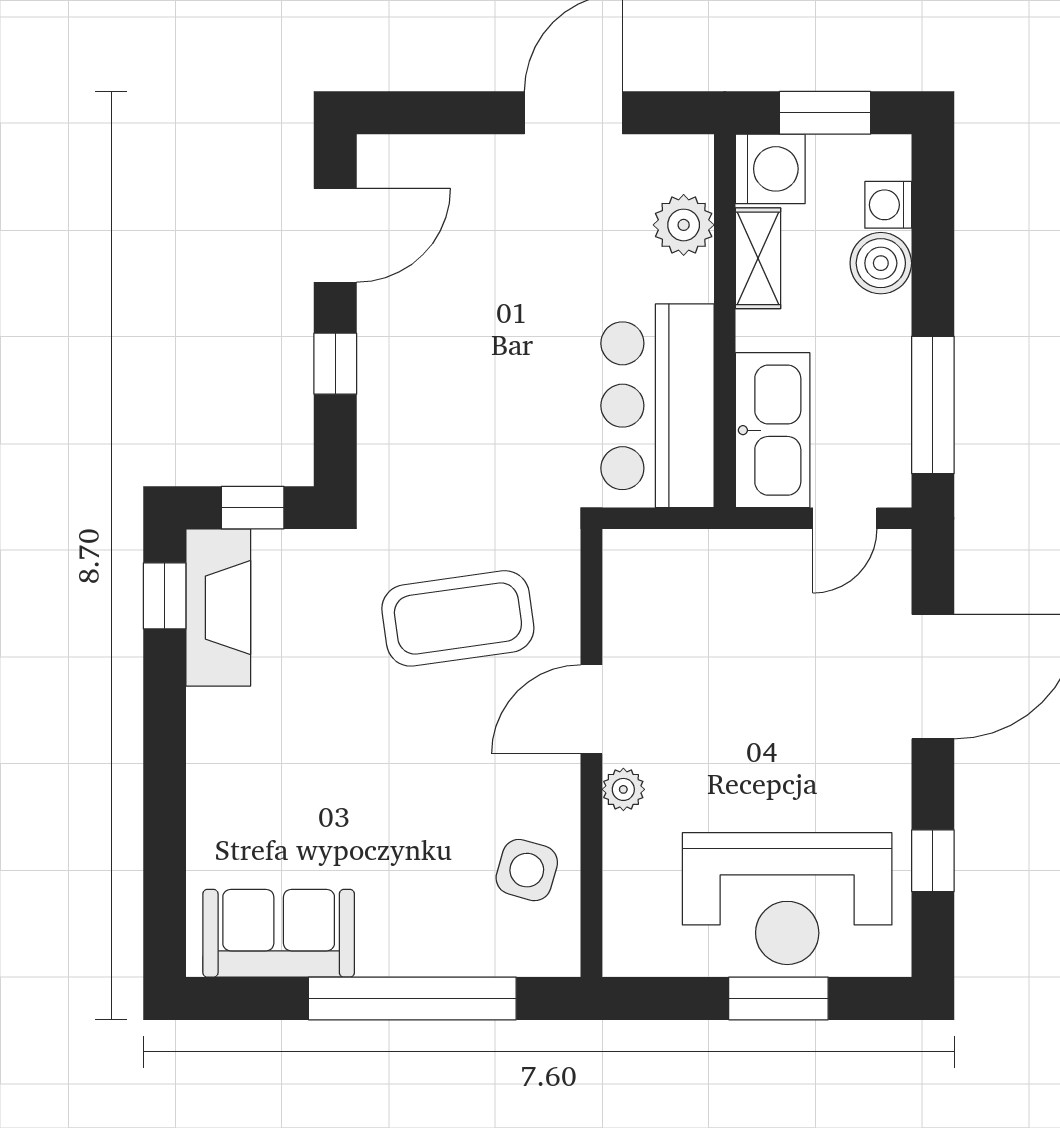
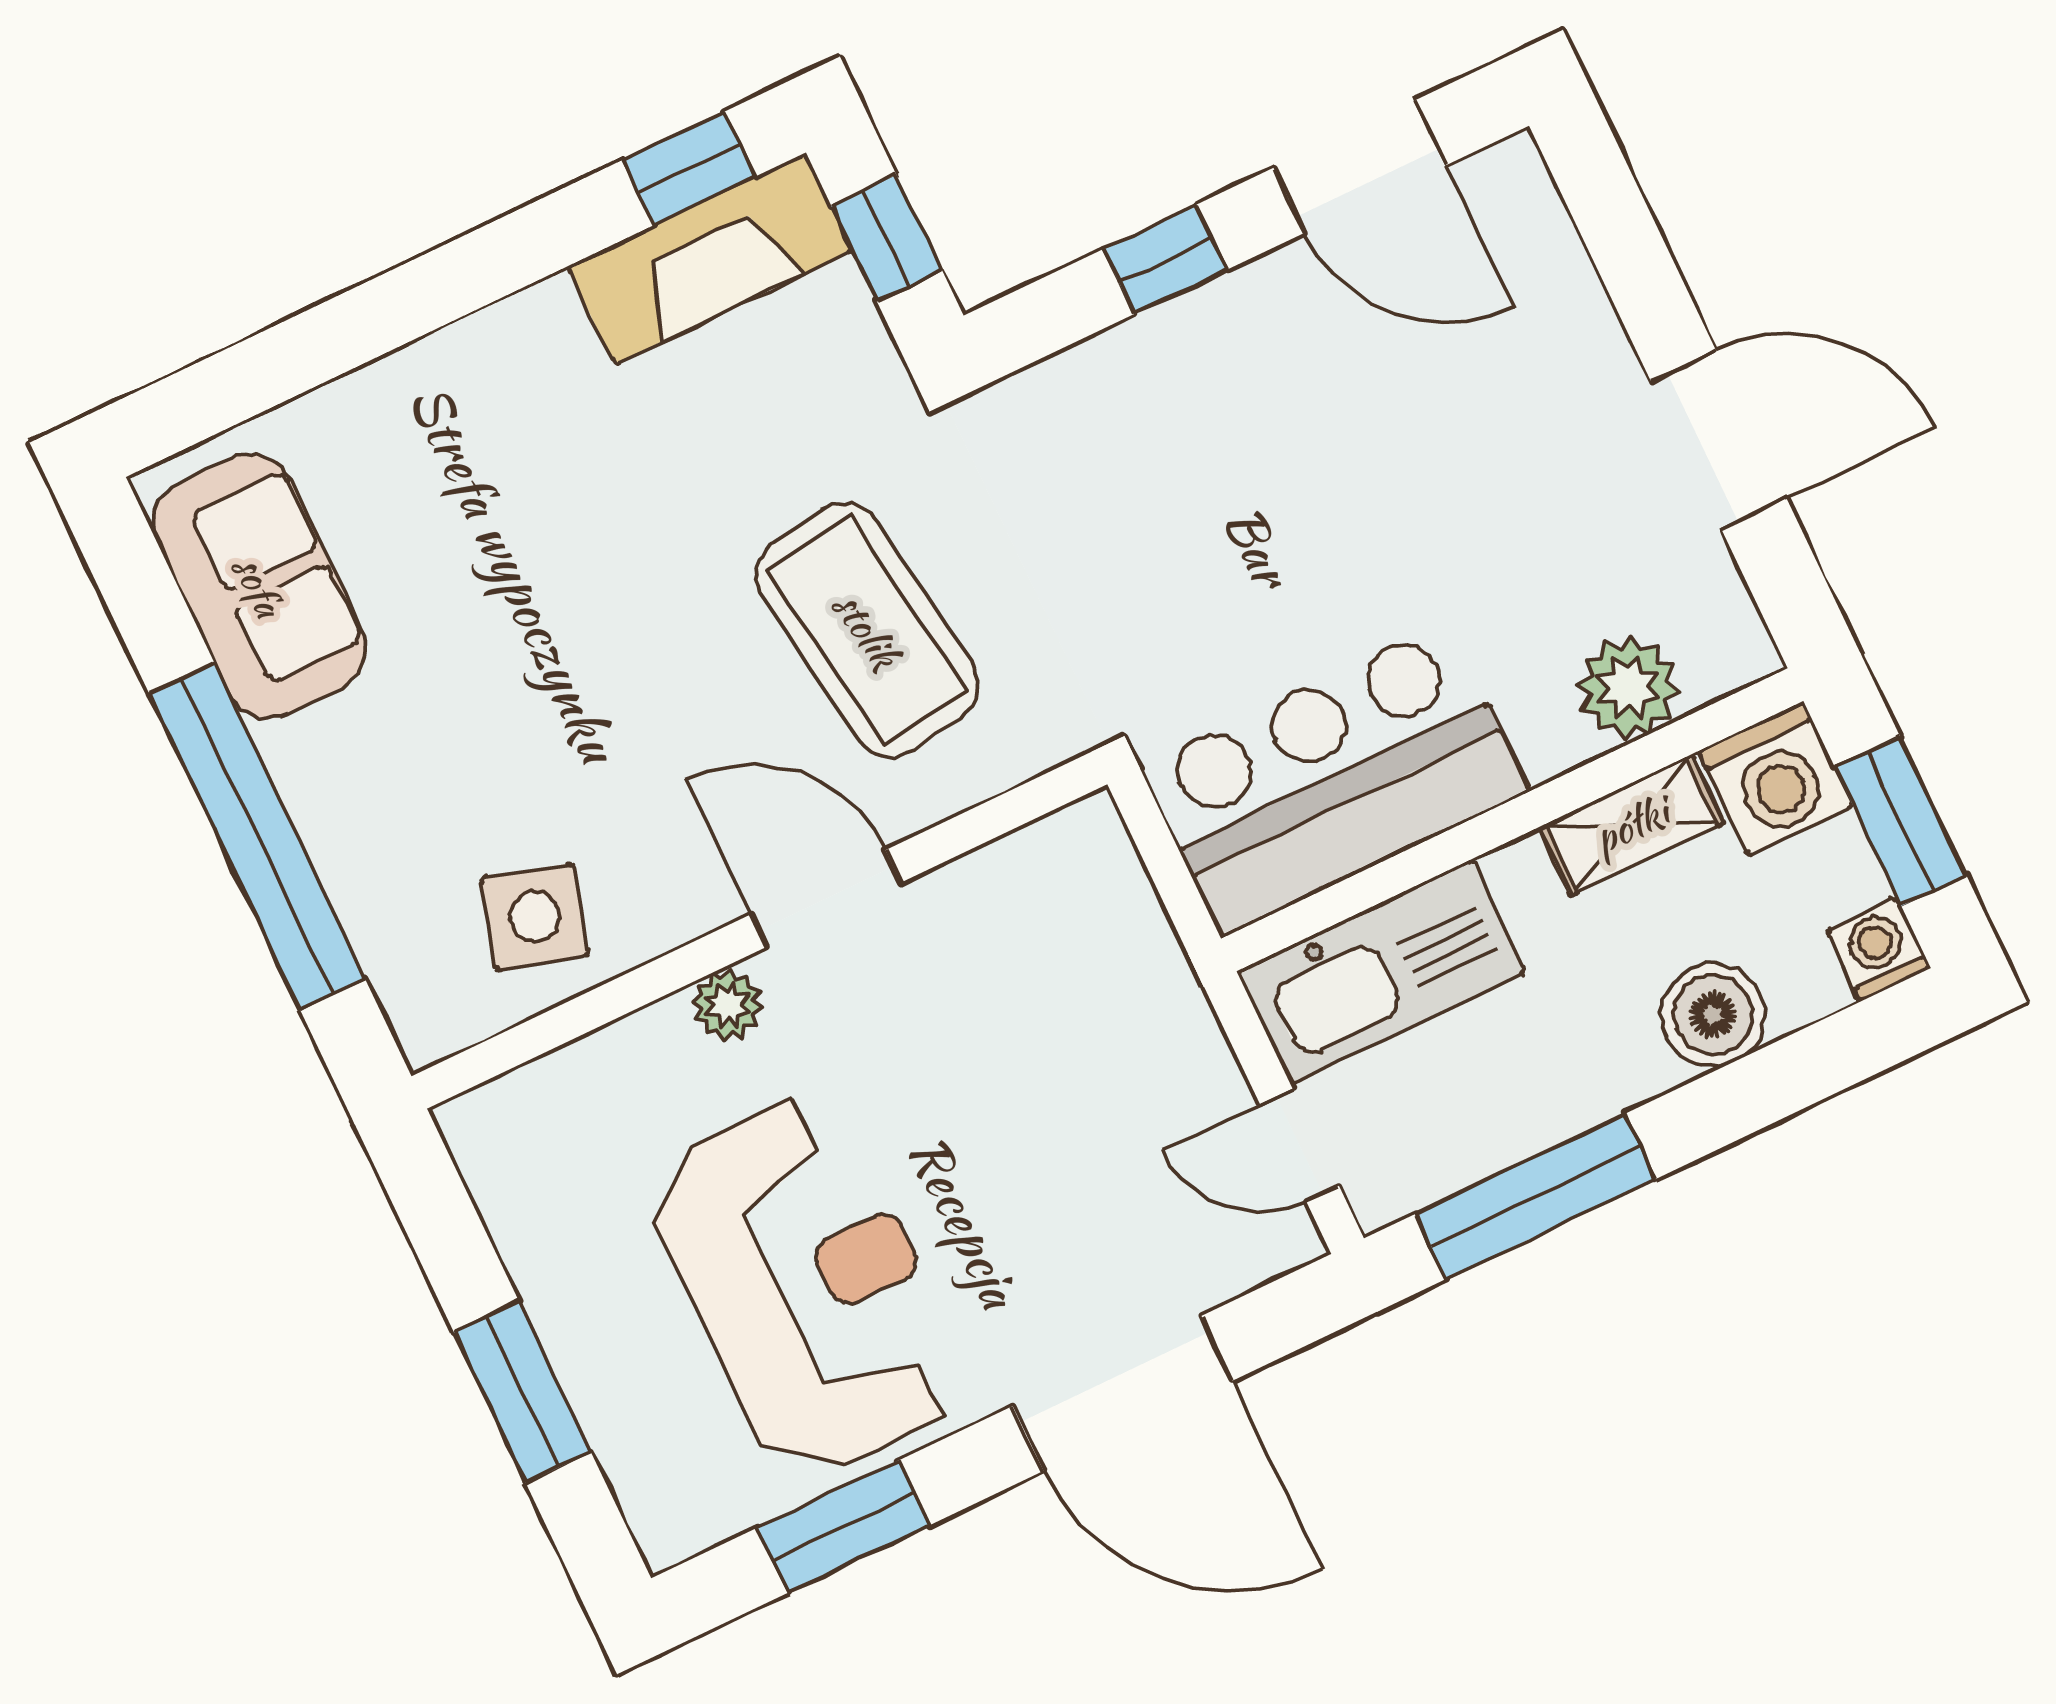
washing machine: (888, 205) -> (1879, 949), moved
window: (933, 861) -> (843, 1527), width x1.50
reception desk: (787, 899) -> (808, 1287), moved, turned 180

